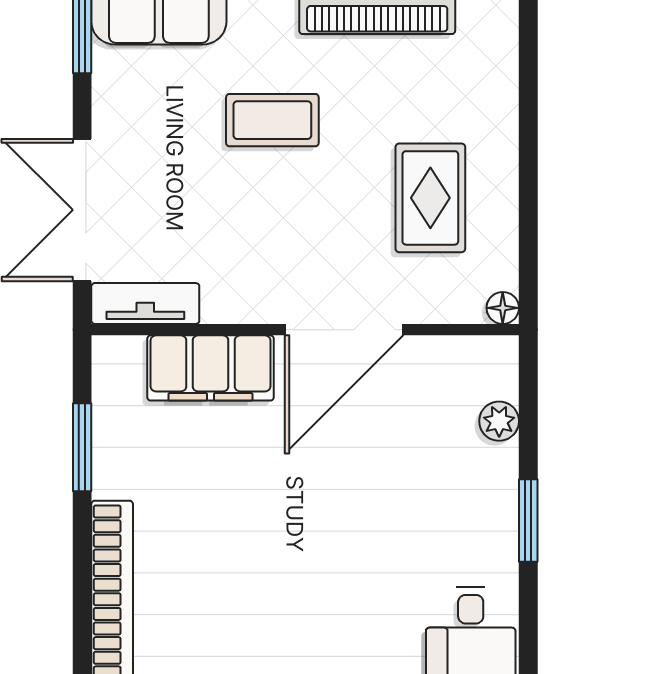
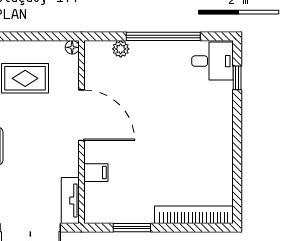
filing cabinet: (211, 368) -> (96, 173), width x0.33, depth x0.86
window: (528, 520) -> (163, 36), width x2.11

